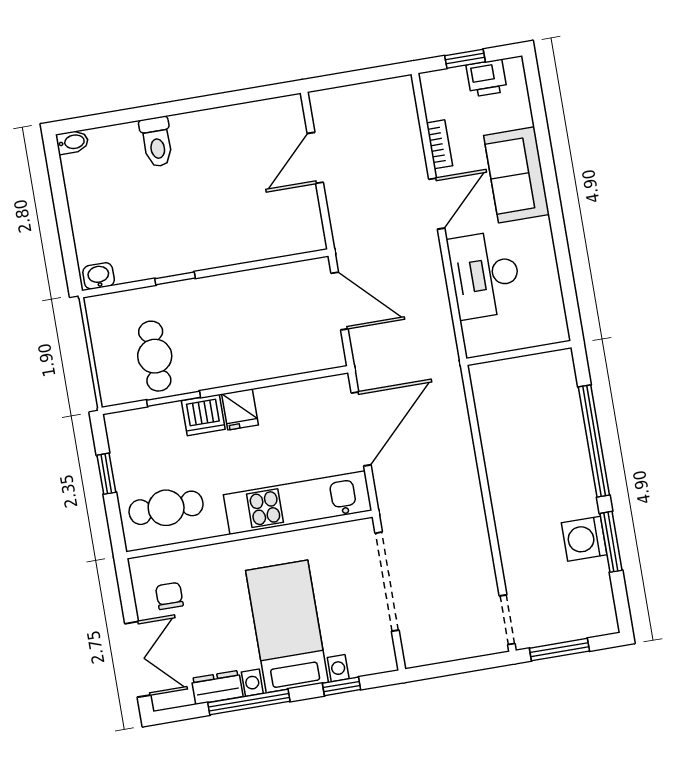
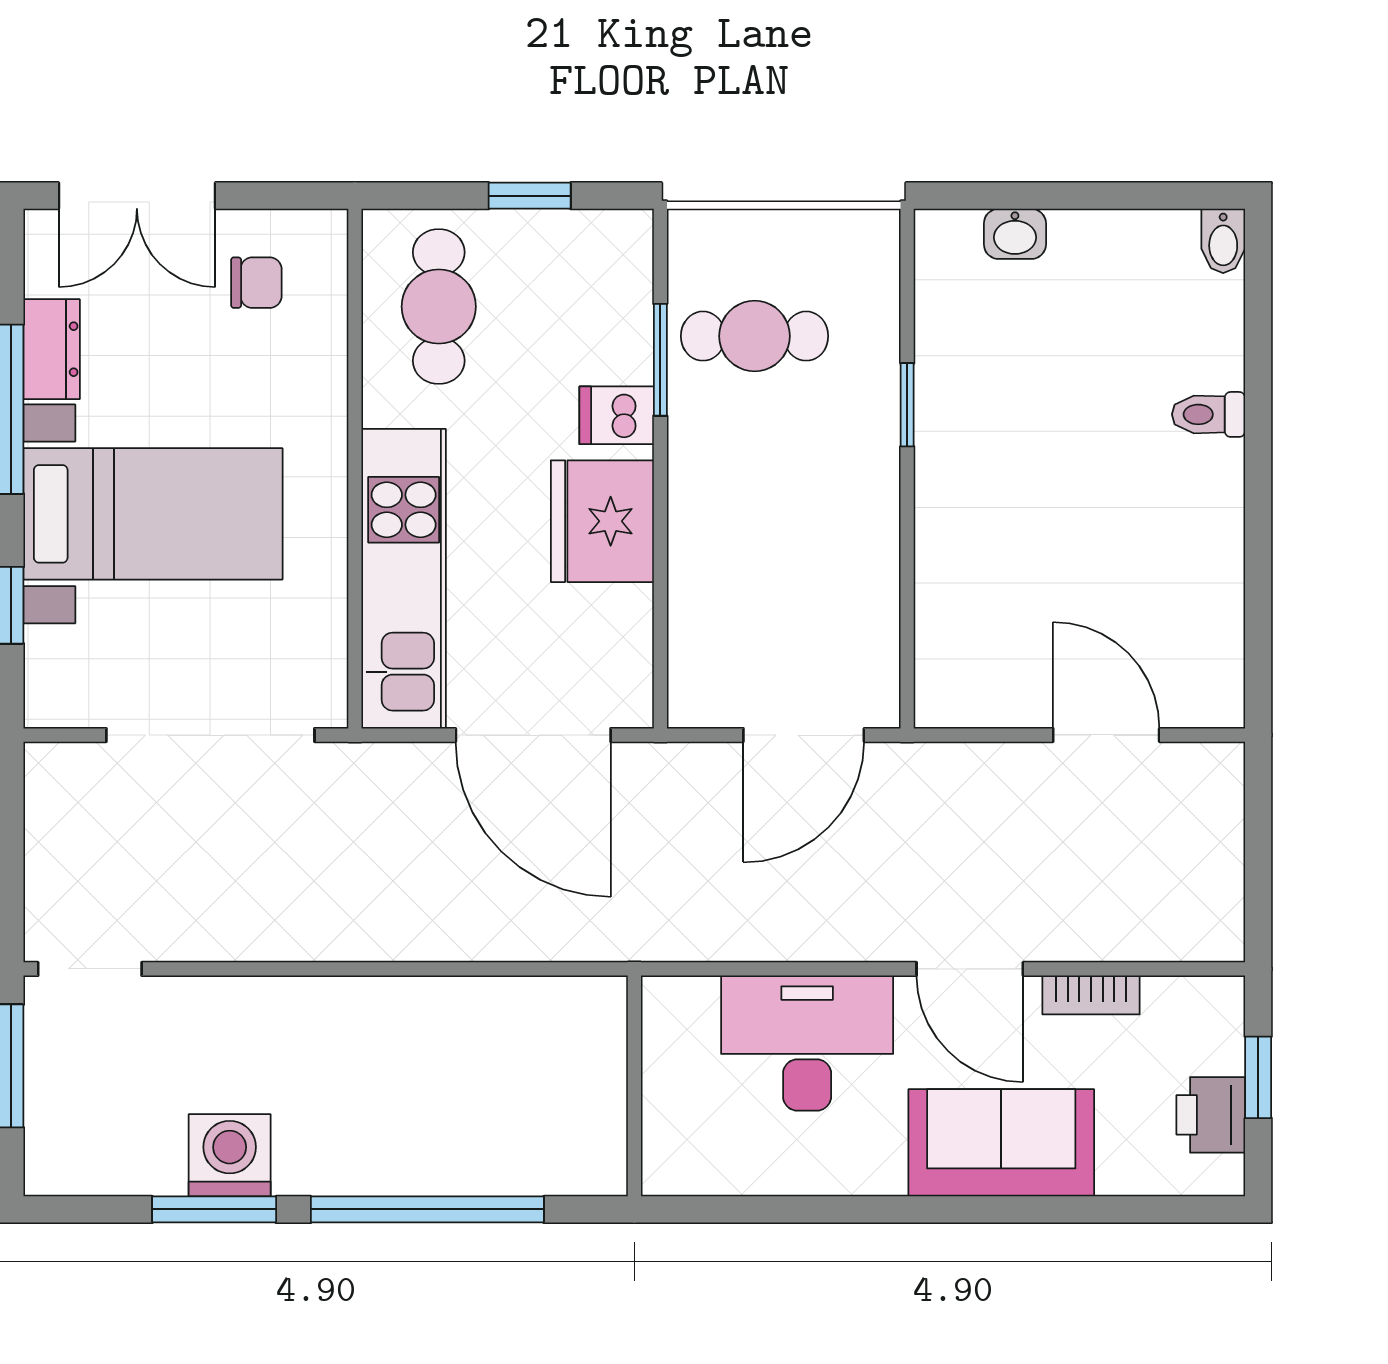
toilet: (157, 142) -> (1208, 414), width x0.73, depth x0.72
washbasin: (99, 276) -> (1015, 234), moved, turned 90
fridge: (240, 409) -> (602, 521), width x1.88, depth x1.34
dishwasher: (203, 415) -> (617, 415), width x0.73

